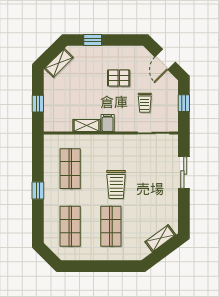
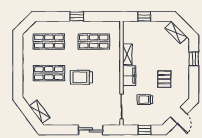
door: (165, 59) -> (179, 115), swing flipped
filing cabinet: (108, 123) -> (129, 76), width x2.00

